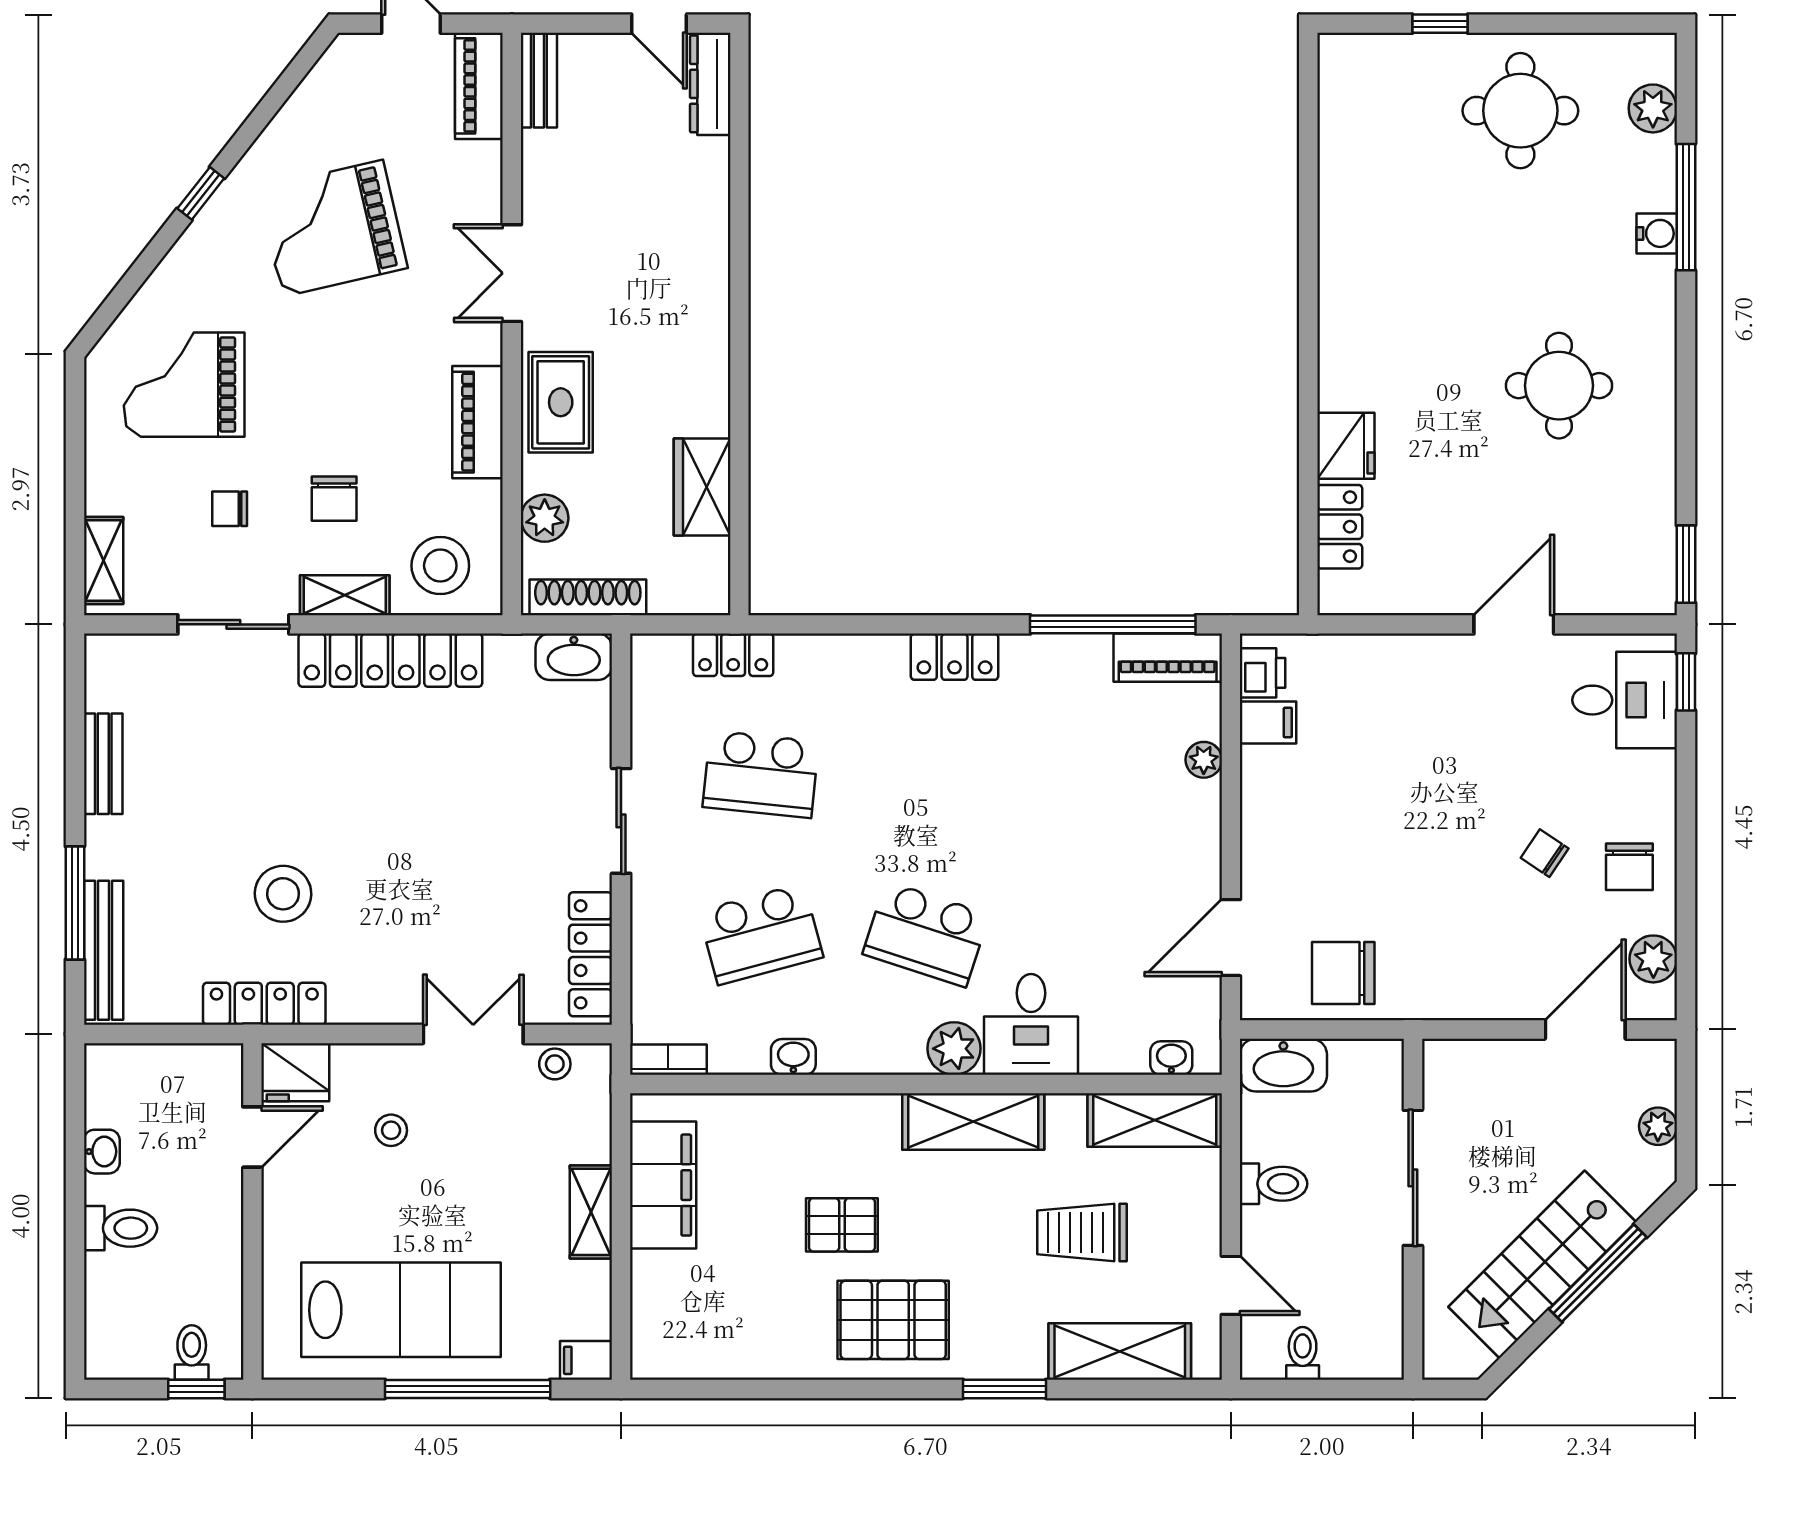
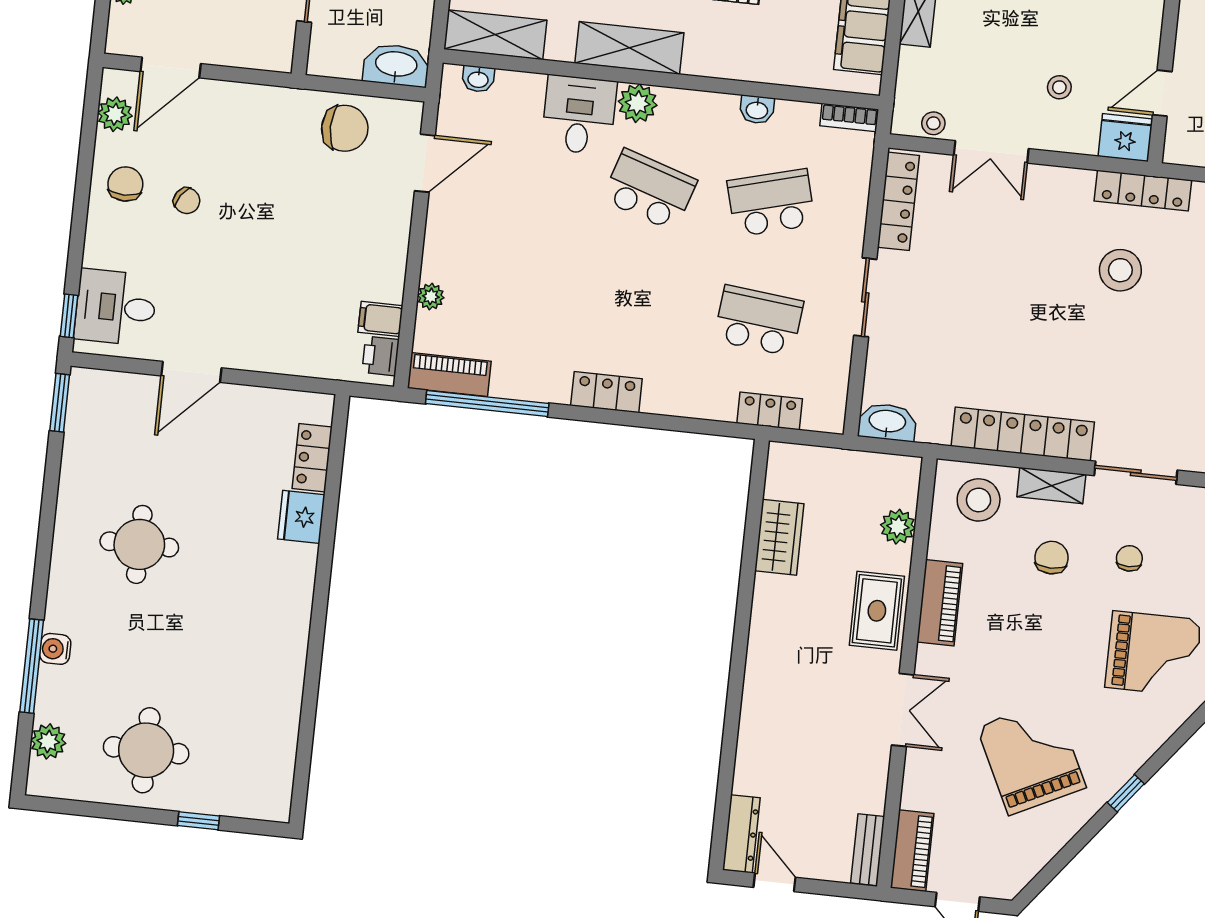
grand piano: (333, 228) -> (1031, 757), turned -103
chair: (230, 509) -> (1129, 558), turned -90
shoe rack: (588, 597) -> (872, 465), removed

